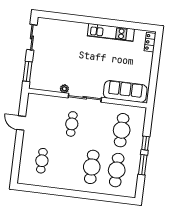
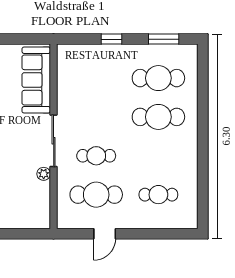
window: (28, 71) -> (24, 234), removed
cafe table: (122, 130) -> (96, 195), moved
window: (143, 165) -> (164, 39), moved

